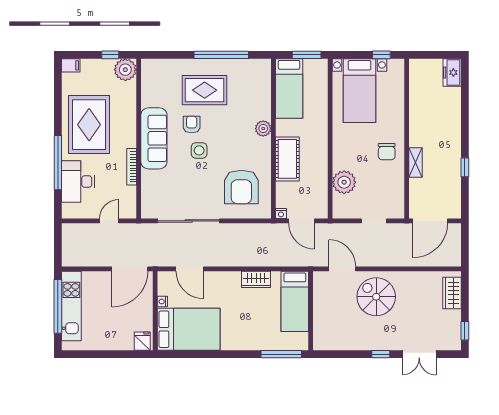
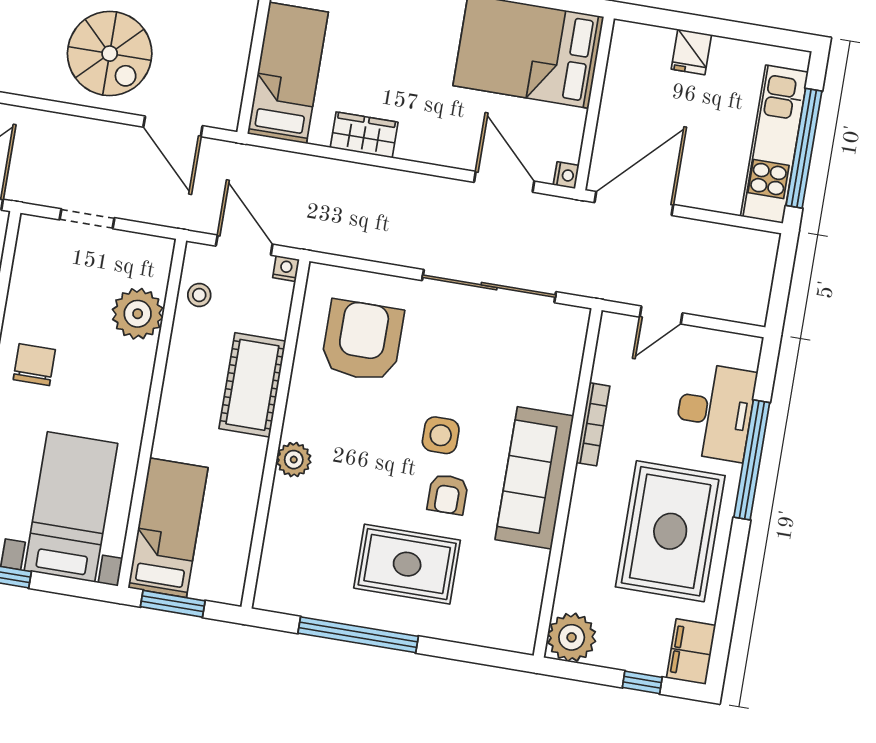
window: (110, 55) -> (642, 682), moved
filing cabinet: (71, 65) -> (691, 652), width x2.00
bed: (289, 88) -> (168, 528), moved
stool: (318, 195) -> (199, 295), added
nightstand: (162, 302) -> (566, 175), moved
fridge: (142, 341) -> (691, 52), moved

